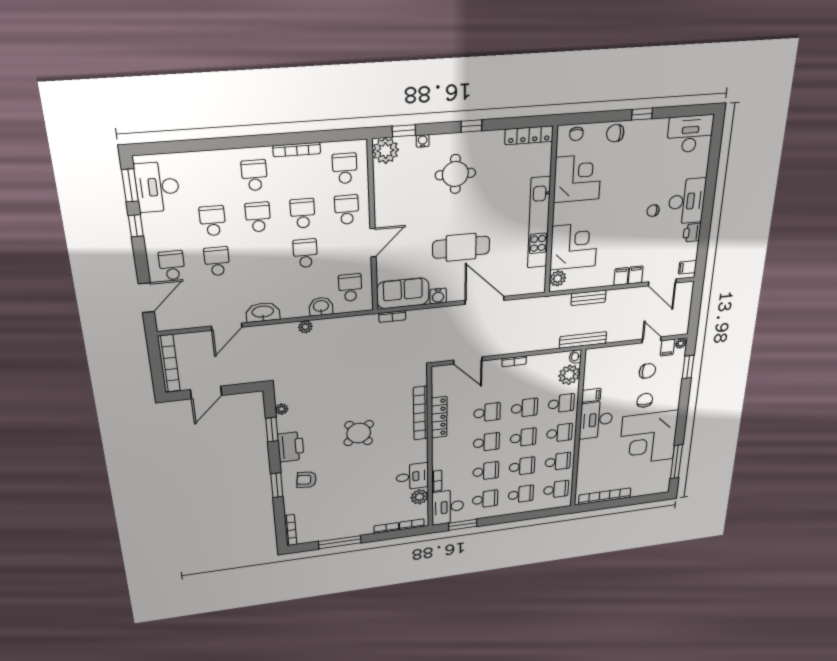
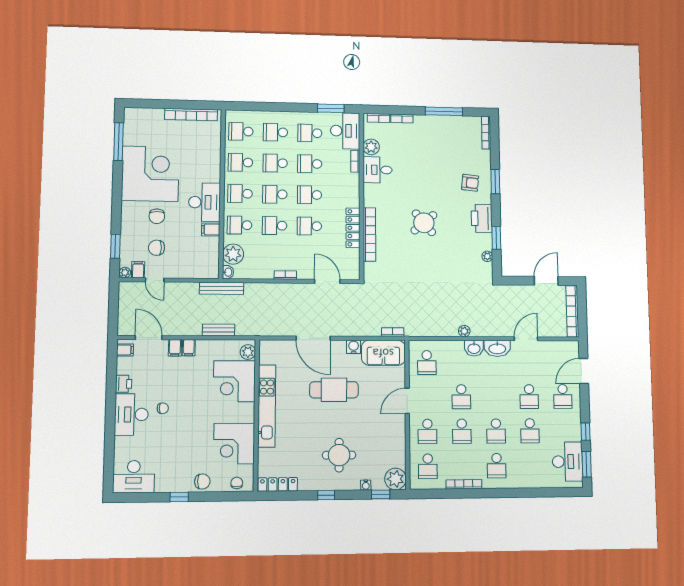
washbasin: (321, 306) -> (474, 348), moved

